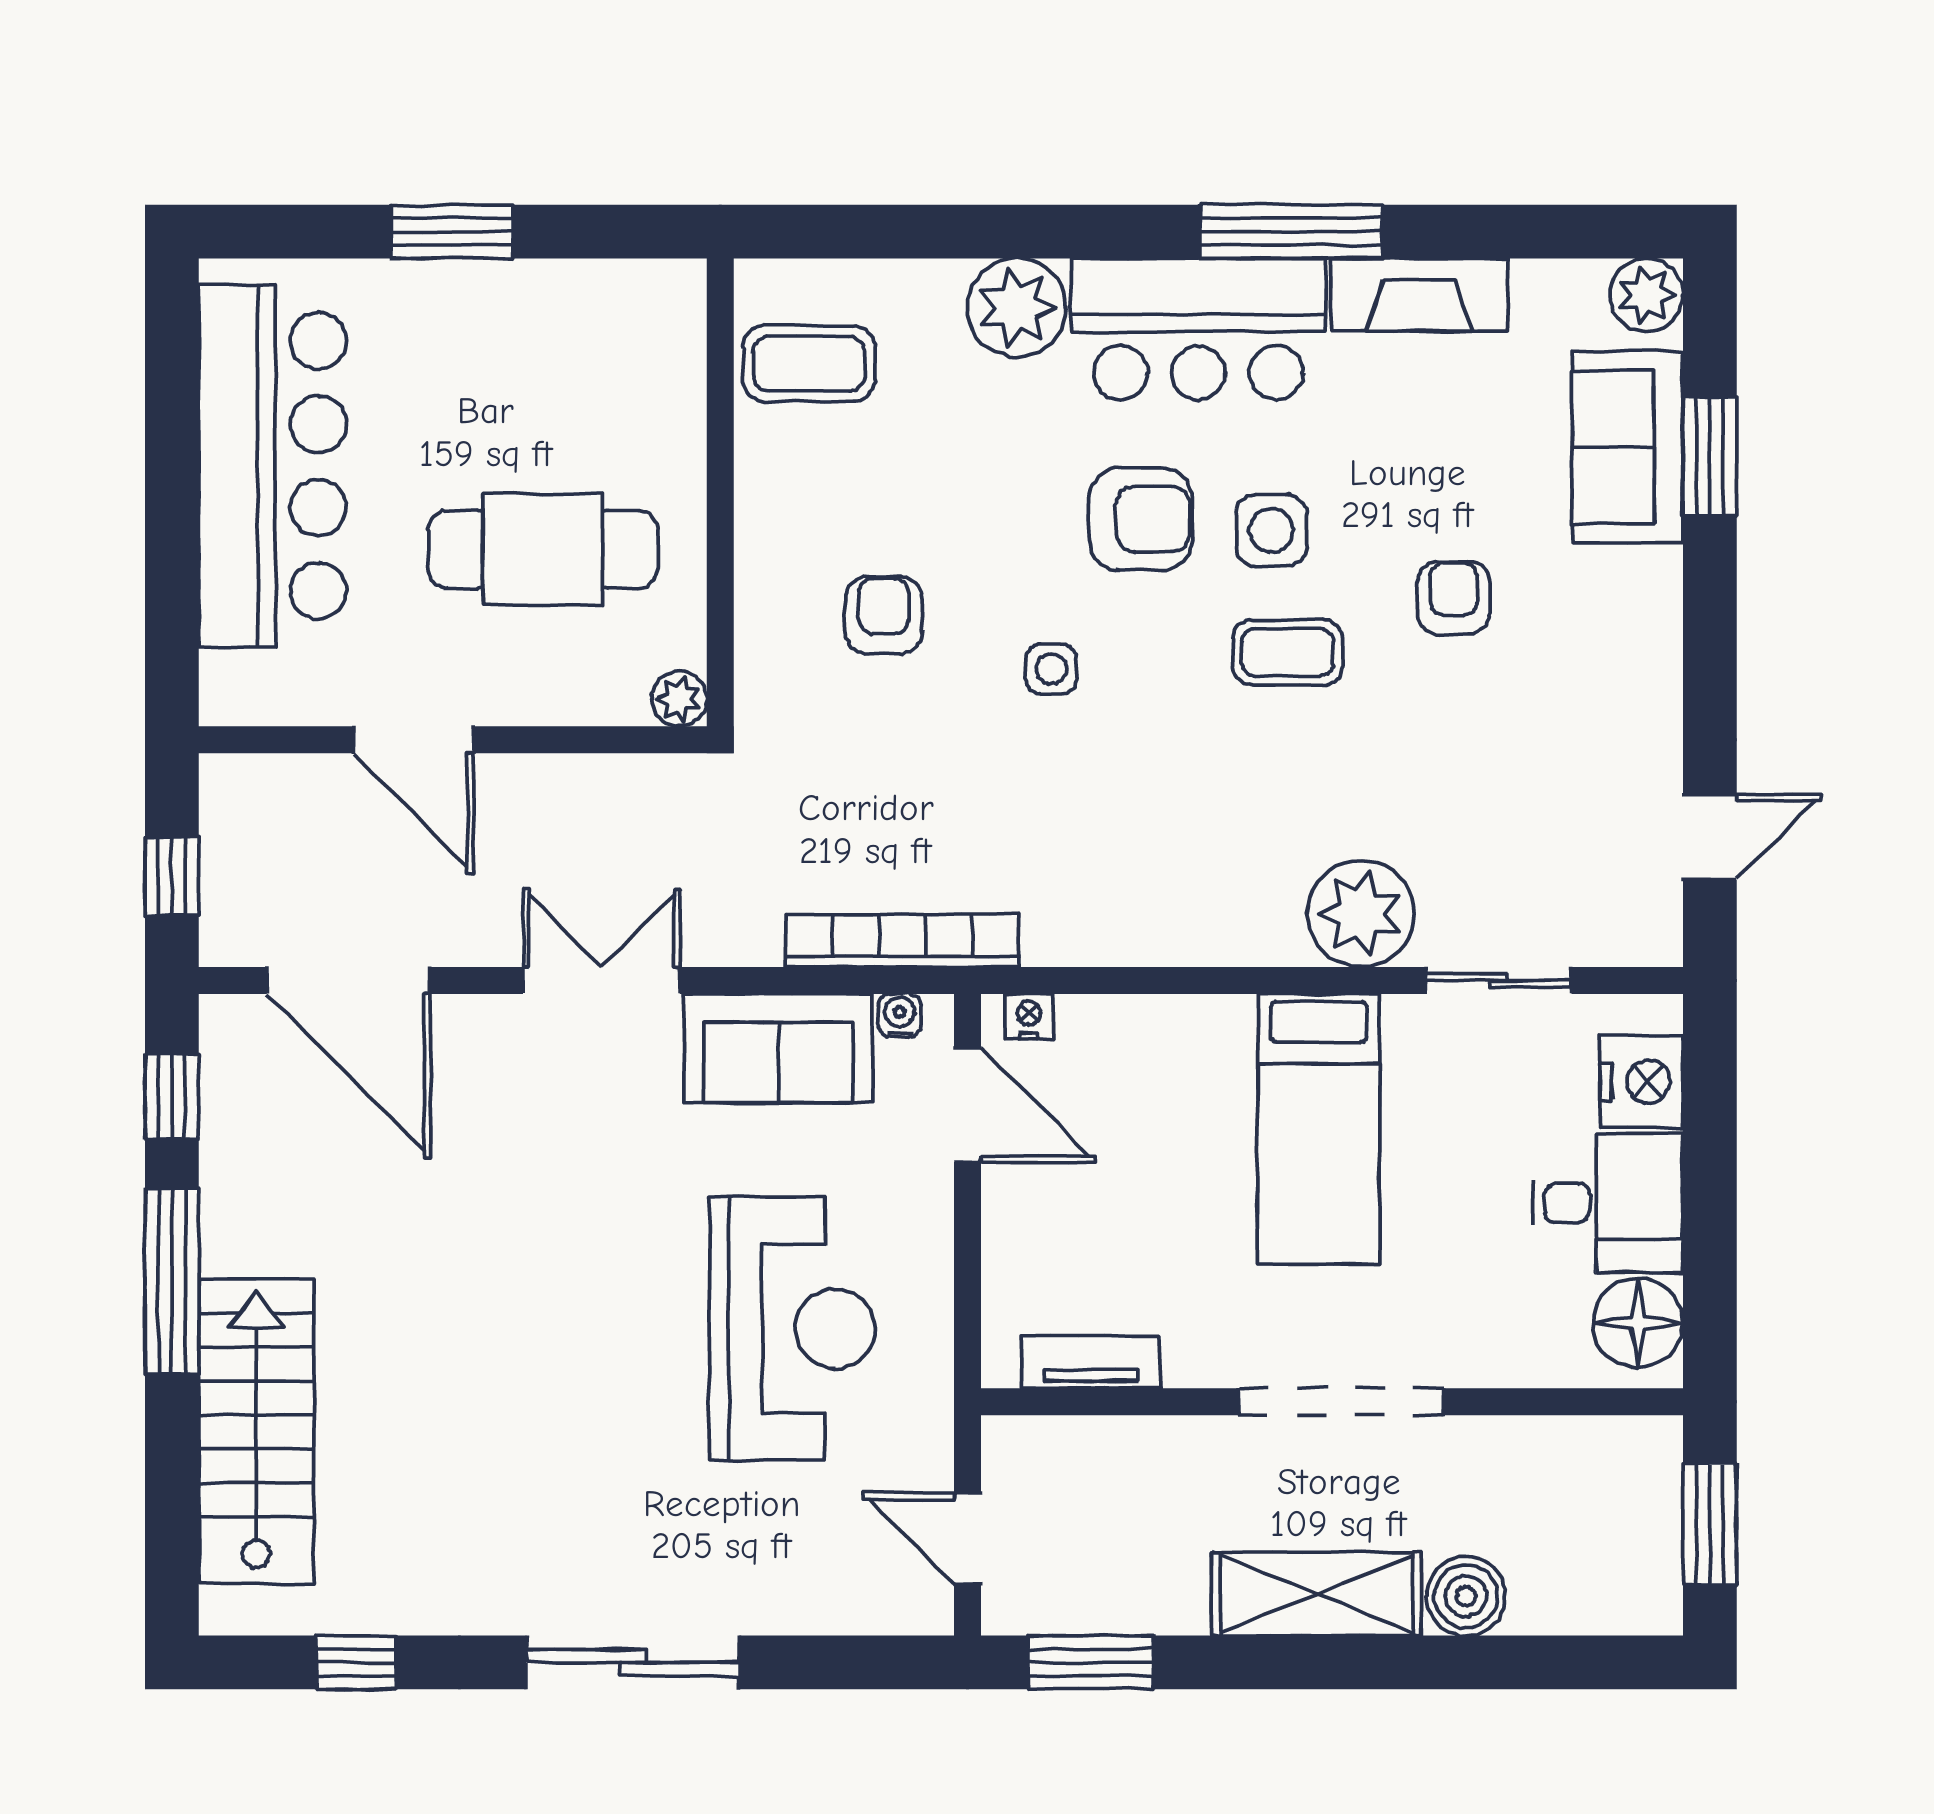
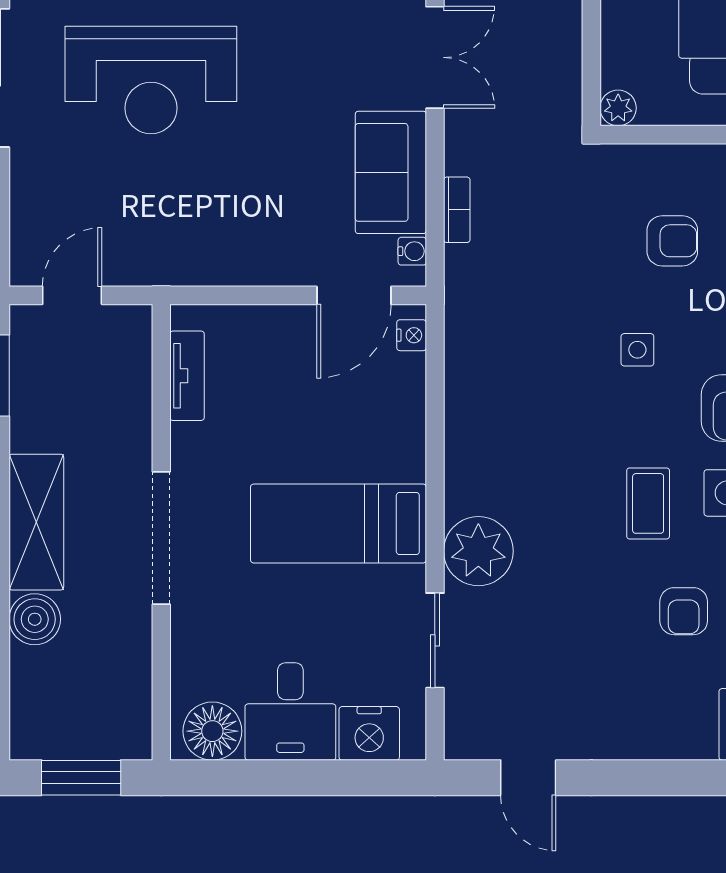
armchair: (1454, 598) -> (684, 611), turned 90
bookcase: (902, 941) -> (457, 210), width x0.43, depth x0.76
reception desk: (792, 1329) -> (151, 80), moved

